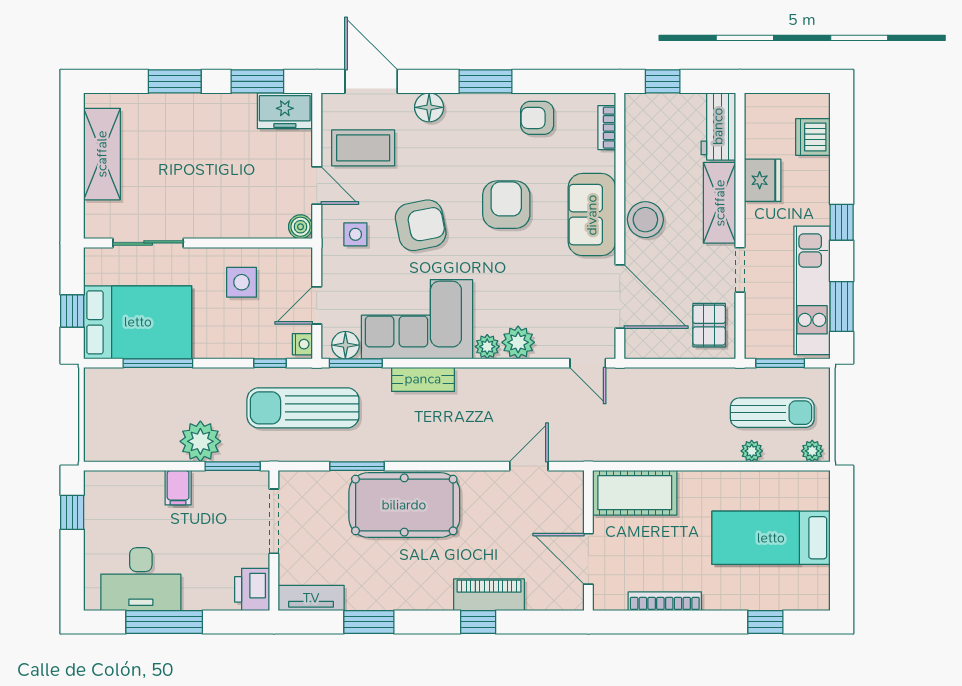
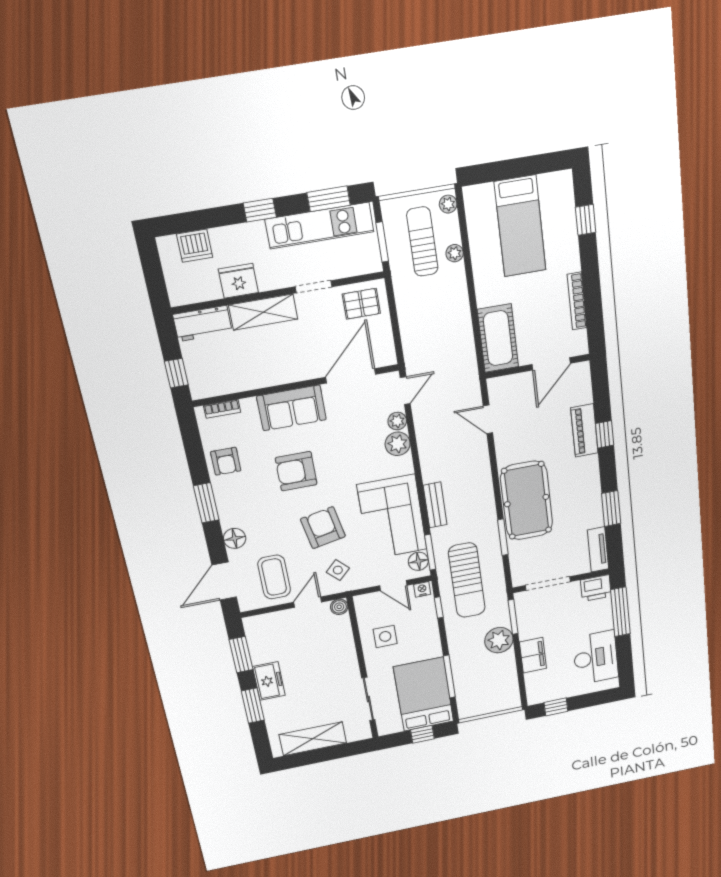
freezer: (285, 111) -> (269, 681), moved
stool: (645, 220) -> (288, 367), removed
side table: (355, 234) -> (338, 570), turned 45
plant: (487, 347) -> (397, 421), moved
filing cabinet: (178, 488) -> (533, 655), width x2.00
window: (164, 622) -> (620, 612), moved

